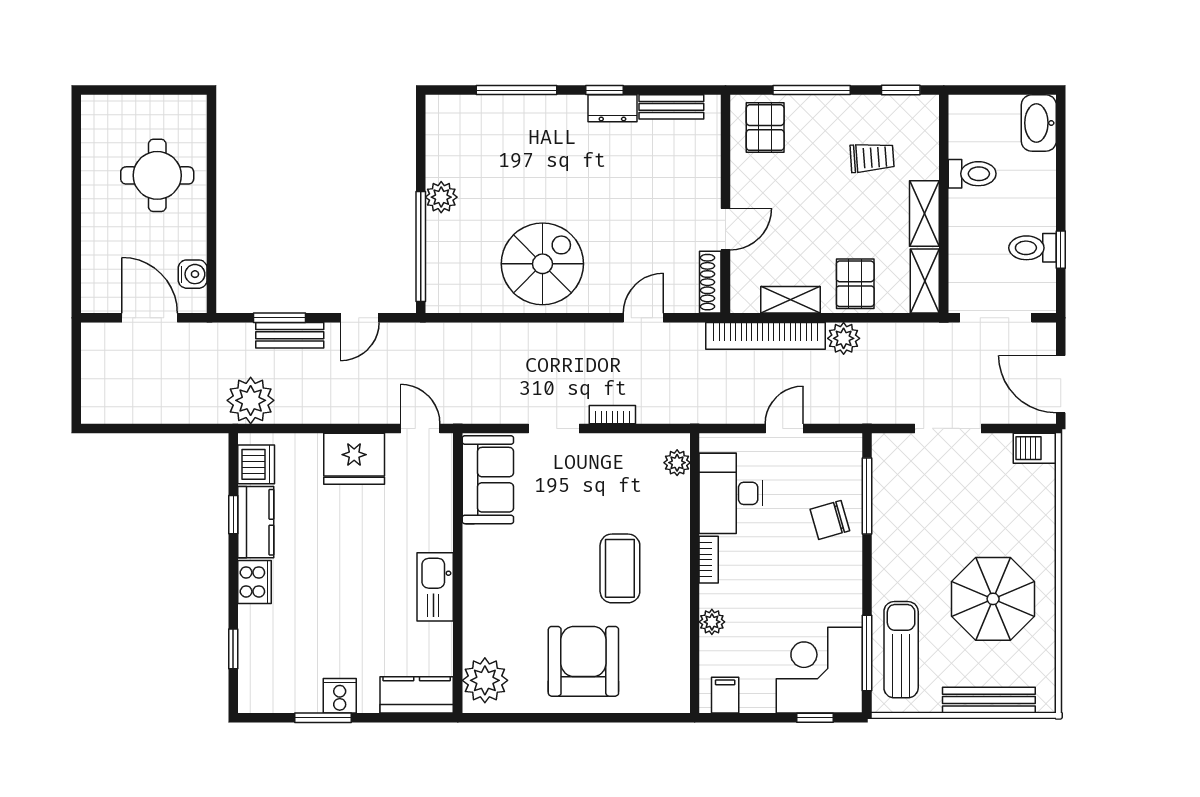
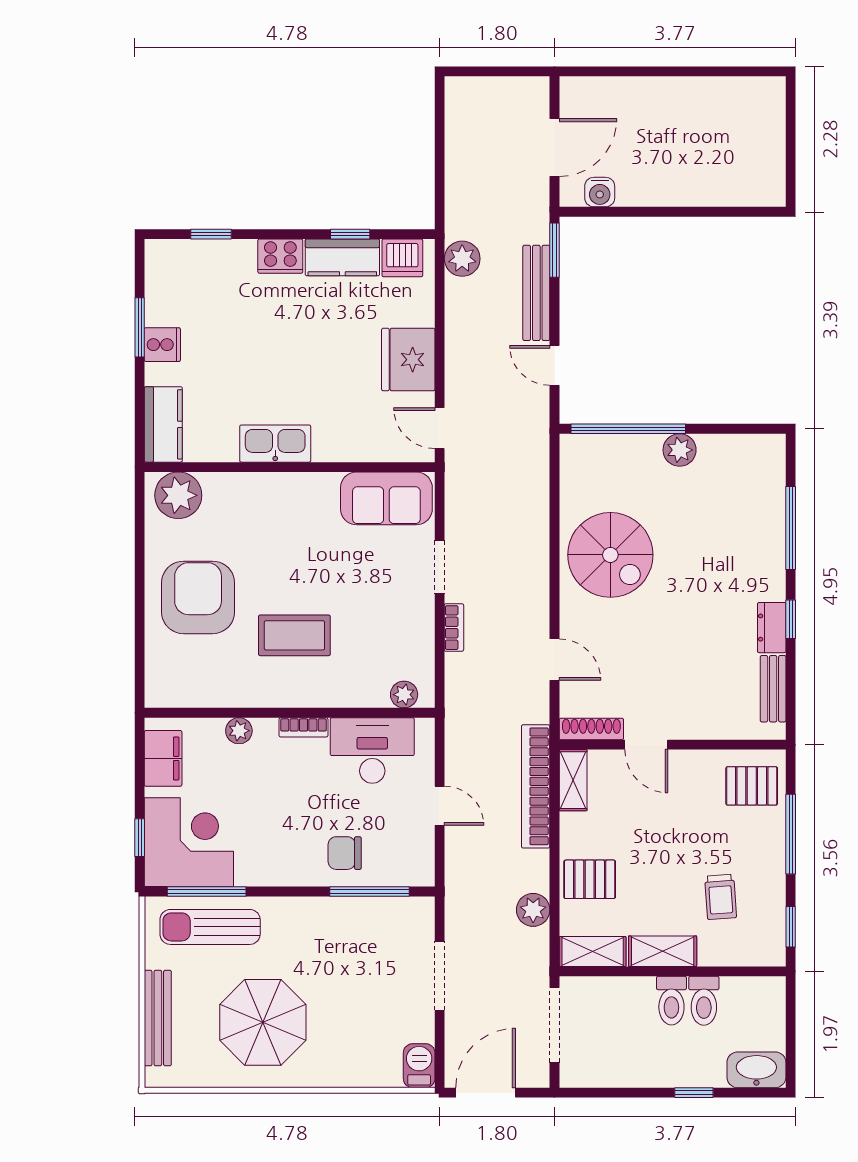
round table: (157, 175) -> (702, 155), removed
toilet: (1033, 248) -> (671, 1001), moved, turned 180
window: (1061, 250) -> (694, 1093), moved
shelving: (791, 300) -> (573, 780), moved
window: (280, 318) -> (554, 250), moved
bench: (290, 335) -> (536, 293), width x1.36
plant: (844, 338) -> (533, 910), moved
plant: (251, 400) -> (462, 259), width x0.73, depth x0.73
door: (420, 428) -> (440, 428), swing flipped
chair: (830, 520) -> (345, 853), turned -74
sun lounger: (901, 650) -> (210, 927), turned 180
armchair: (583, 661) -> (198, 597), turned -90
filing cabinet: (725, 695) -> (163, 758), width x2.00

